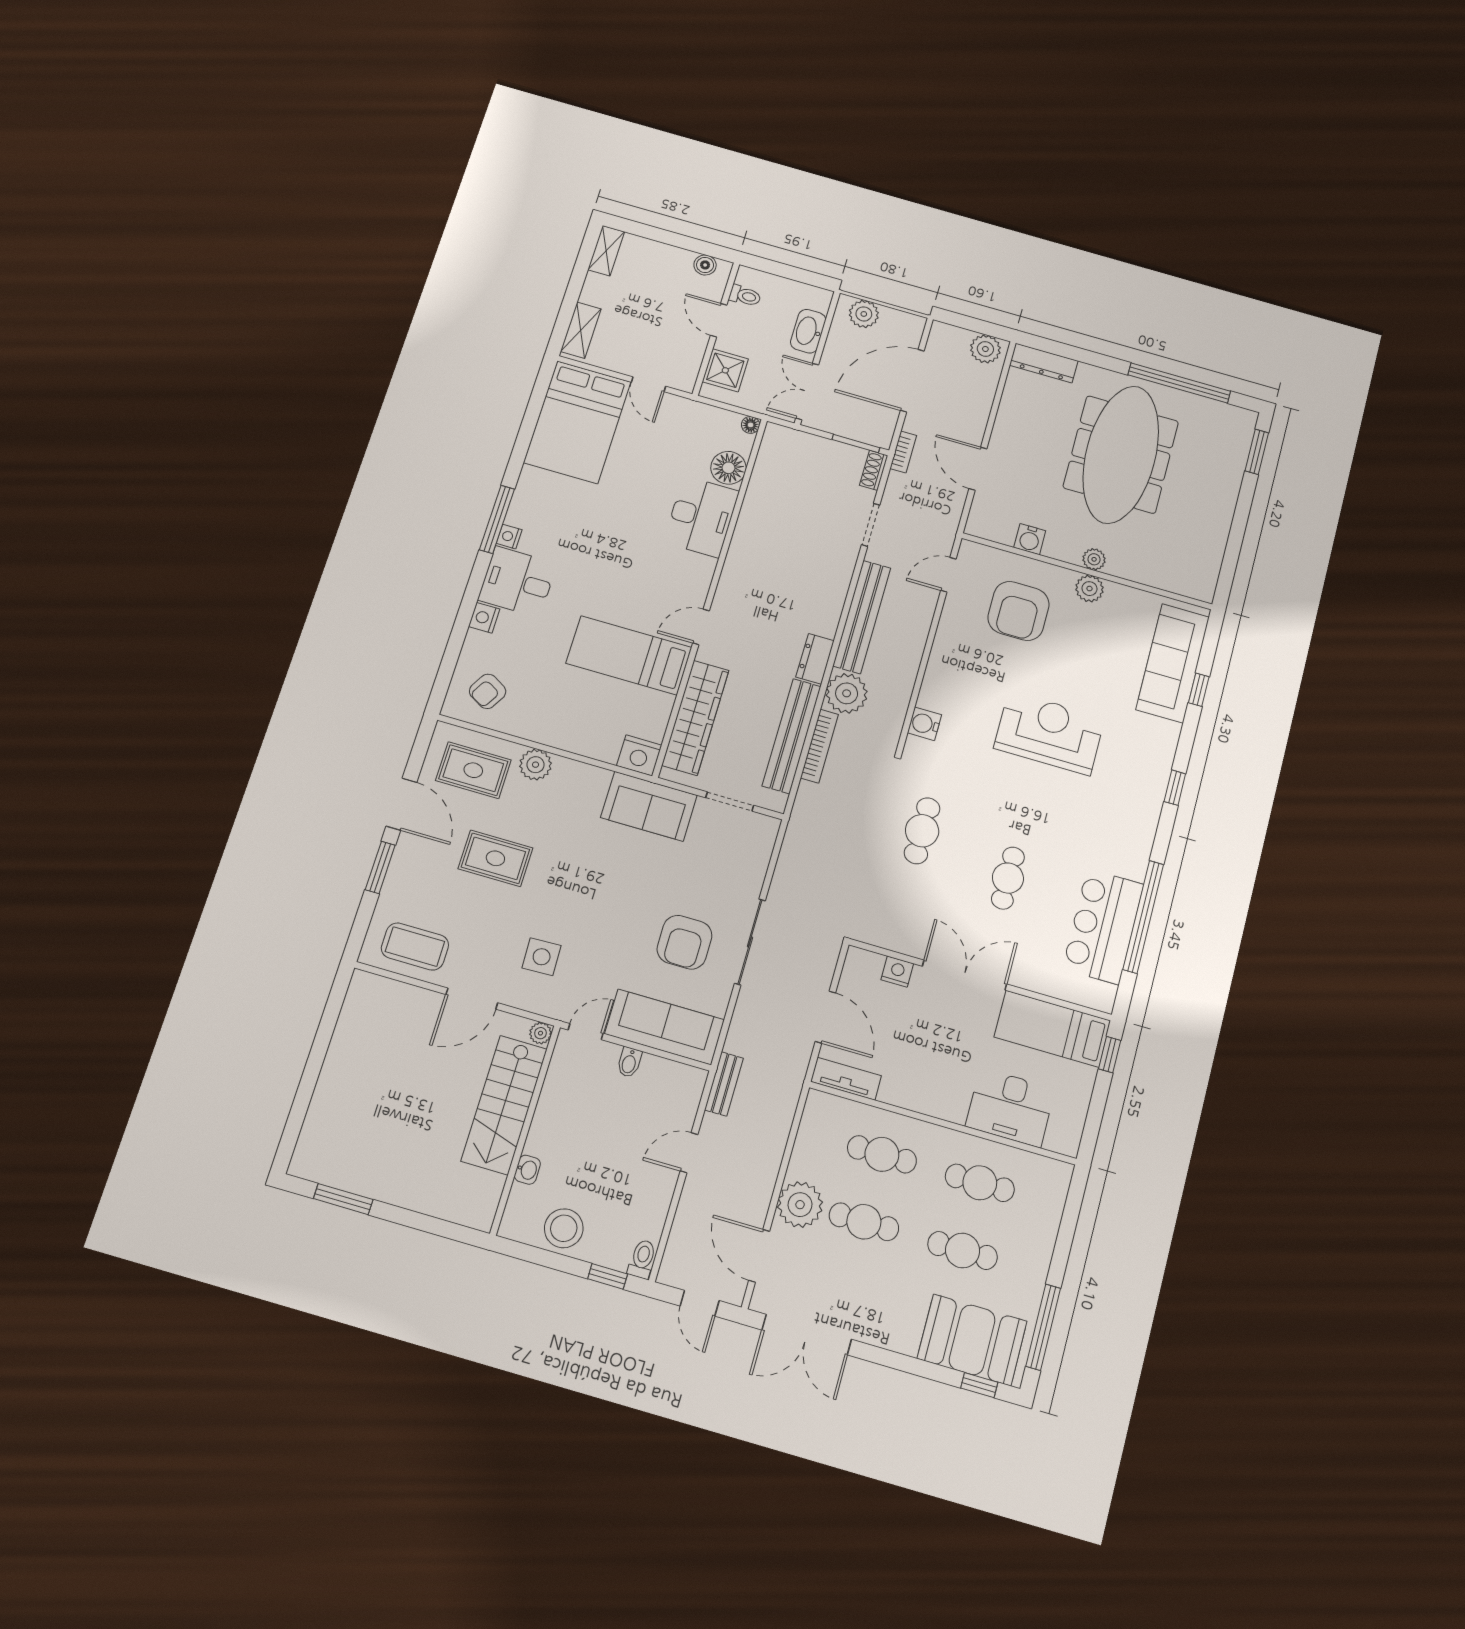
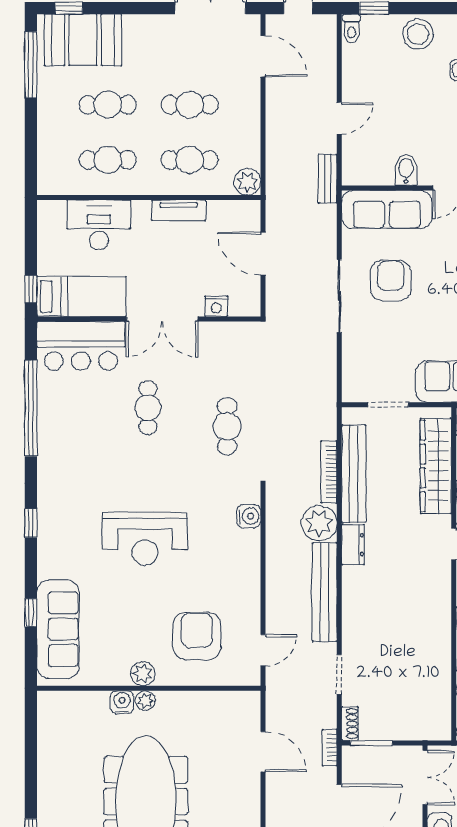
water cooler: (1030, 539) -> (122, 702), moved
bar counter: (1103, 926) -> (81, 346), moved, turned 90
bidet: (629, 1062) -> (406, 170), width x1.38, depth x1.36
tv unit: (846, 1079) -> (179, 210), moved
plant: (800, 1205) -> (247, 182), moved, width x0.73, depth x0.73

